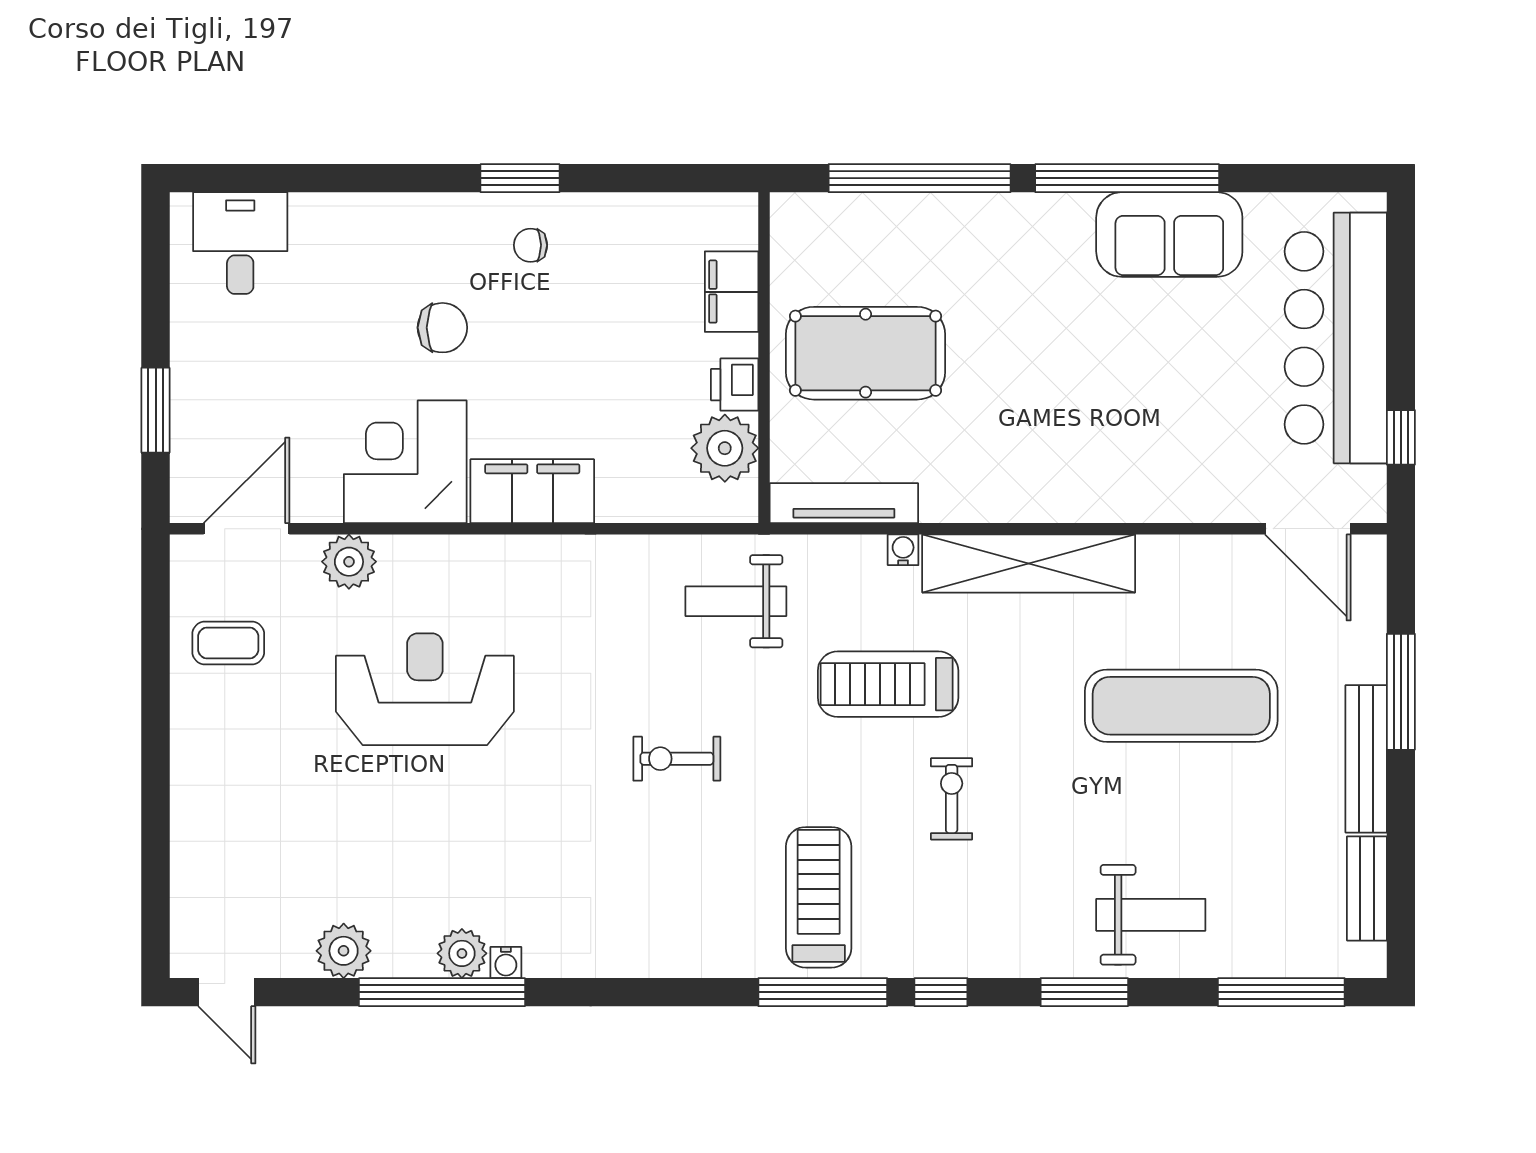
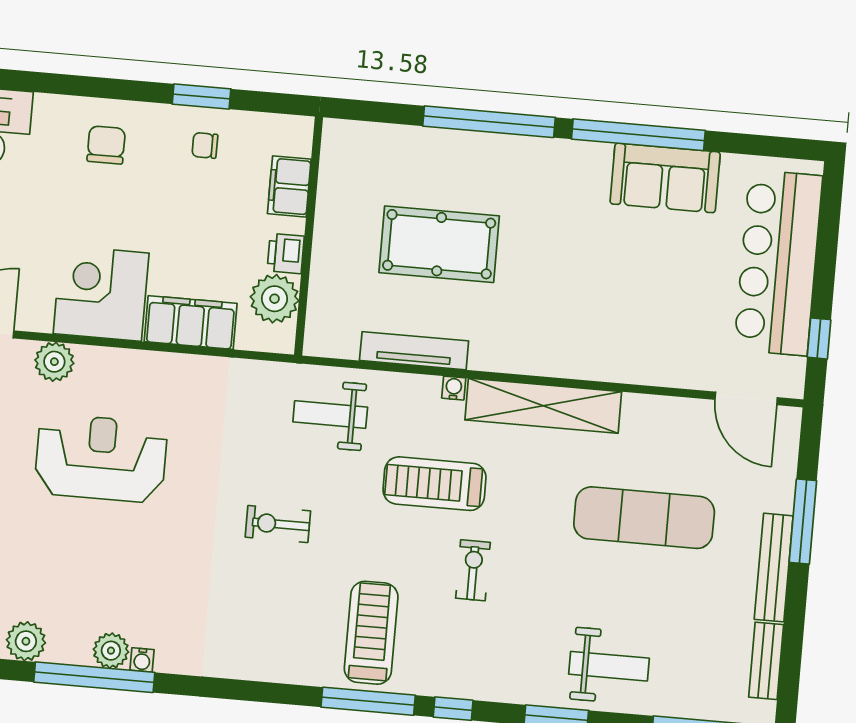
filing cabinet: (732, 292) -> (289, 186), moved
chair: (442, 328) -> (106, 145), moved, turned -90
wall: (764, 358) -> (309, 236), moved
printer: (735, 385) -> (286, 254), moved
plant: (725, 448) -> (274, 299), moved

